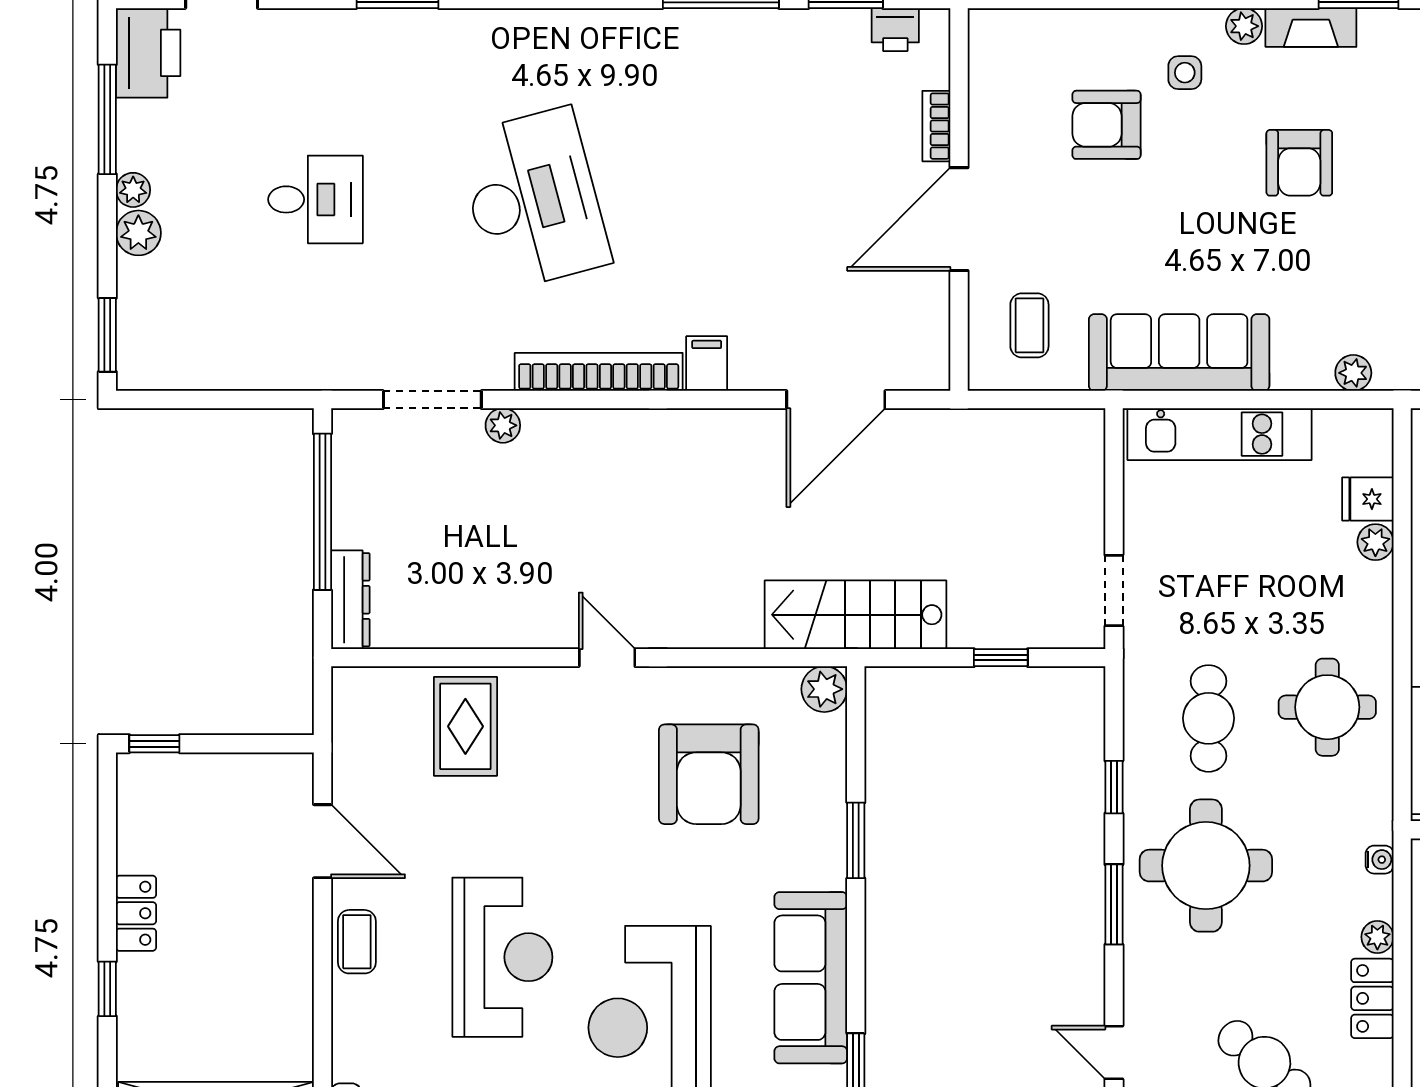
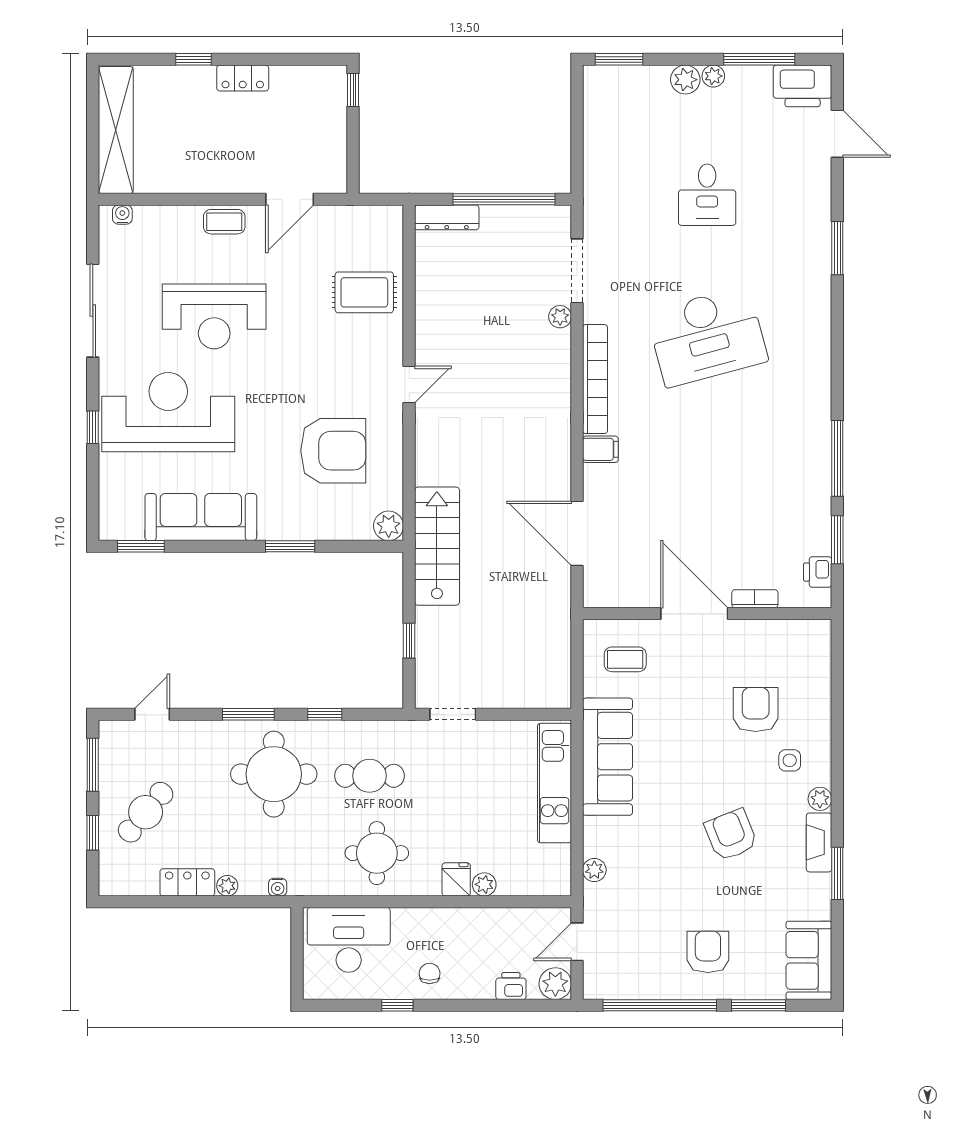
armchair: (1299, 163) -> (731, 835), turned 68
fridge: (1368, 499) -> (456, 879), moved
armchair: (709, 774) -> (333, 451), turned 180

